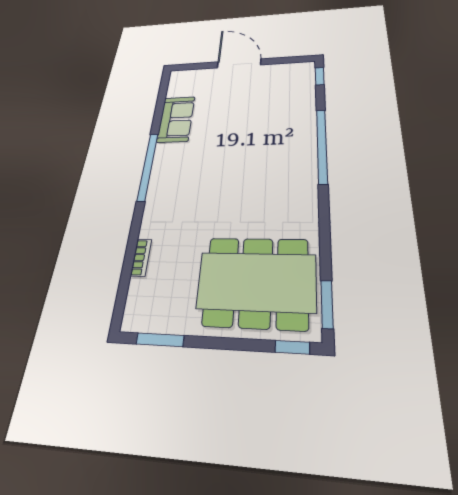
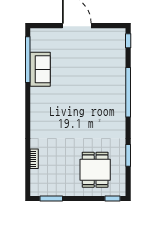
window: (148, 167) -> (28, 60), moved
dining table: (256, 282) -> (95, 170), width x0.53, depth x0.80
window: (327, 304) -> (128, 155), moved

